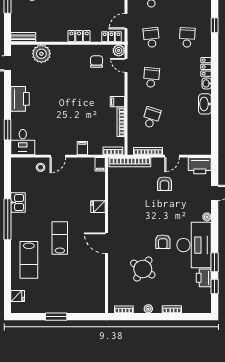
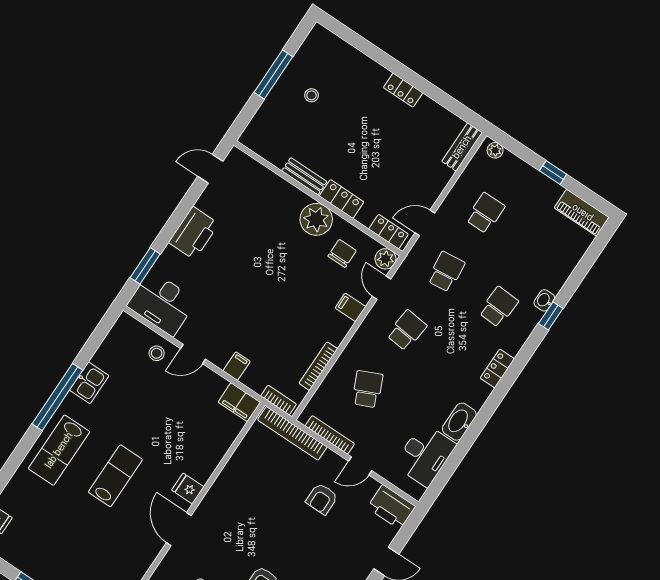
bench: (23, 37) -> (304, 176), moved
plant: (41, 54) -> (316, 219), moved
washbasin: (207, 83) -> (544, 300), moved
filing cabinet: (117, 102) -> (350, 307), moved
school desk: (151, 118) -> (367, 389), turned -42
desk: (199, 130) -> (425, 455), added
desk: (23, 142) -> (162, 303), width x1.37
filing cabinet: (100, 164) -> (239, 402), width x2.00
fridge: (98, 207) -> (188, 489), moved
lab bench: (29, 260) -> (59, 450), moved

